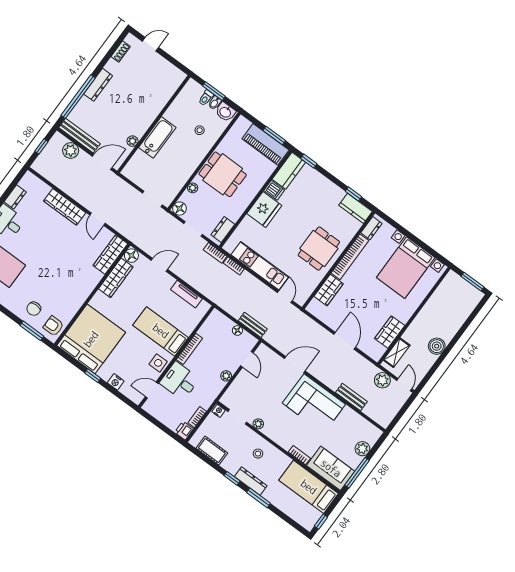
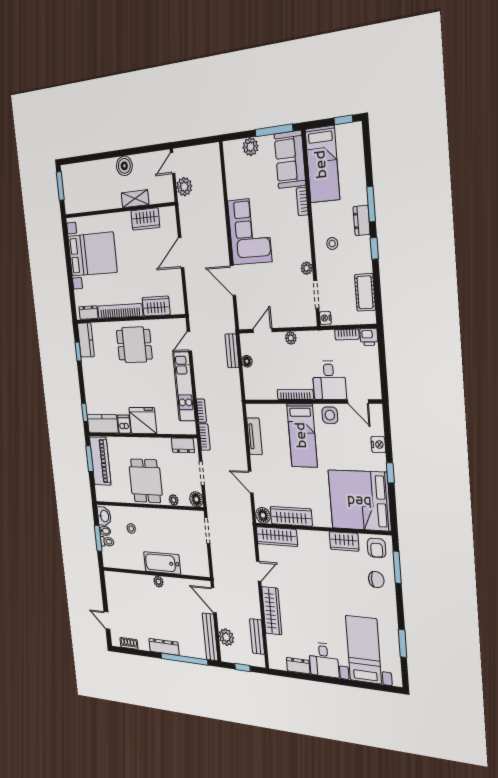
plant: (132, 141) -> (158, 582), moved
wardrobe: (73, 305) -> (344, 541), added
shelving: (397, 353) -> (135, 199), moved
bench: (351, 397) -> (257, 637), moved
dresser: (251, 481) -> (362, 220), width x0.70

